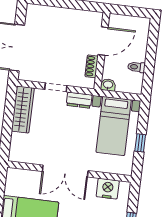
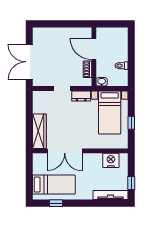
door: (103, 41) -> (94, 49), swing flipped
wardrobe: (23, 109) -> (39, 131), moved
double door: (65, 171) -> (65, 151), moved

